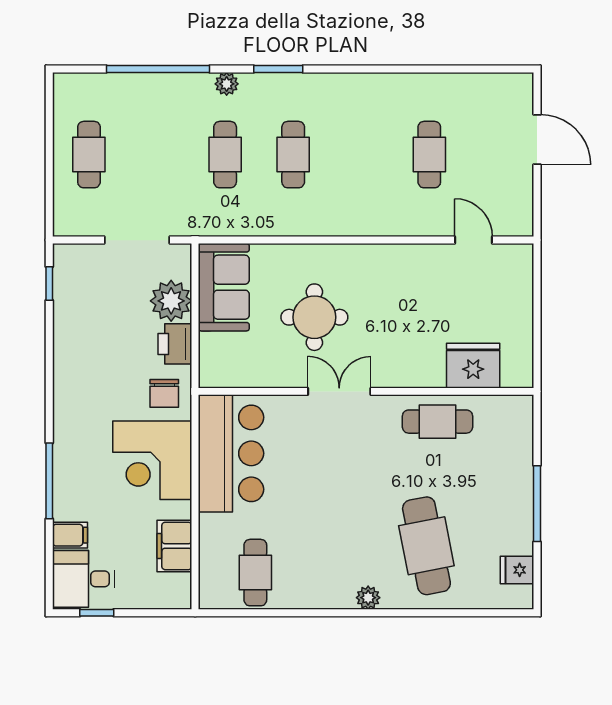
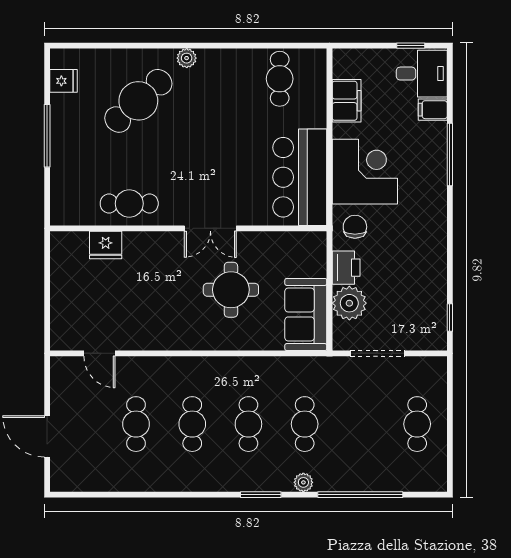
cafe table: (361, 155) -> (192, 424), added
fridge: (473, 366) -> (106, 245), width x0.73, depth x0.75
cafe table: (426, 546) -> (138, 101), turned 59

